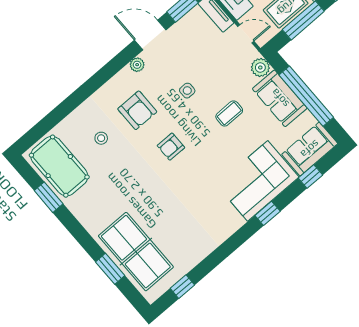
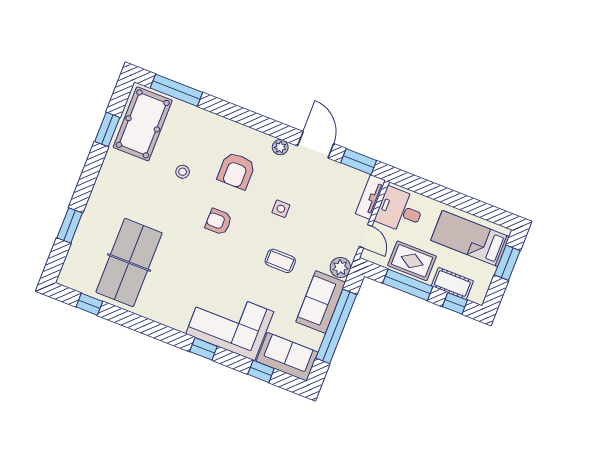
window: (46, 124) -> (176, 90), added
stool: (101, 138) -> (183, 172), moved
table tennis table: (136, 252) -> (129, 263), moved

